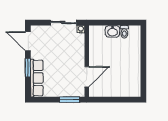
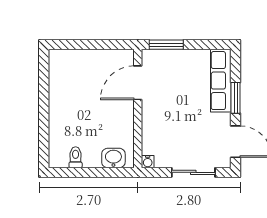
sliding door: (63, 23) -> (193, 172), moved
washbasin: (113, 31) -> (113, 158), moved

